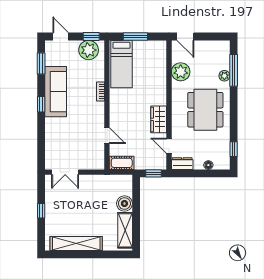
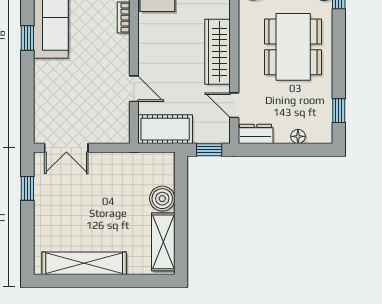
wardrobe: (159, 119) -> (218, 52), width x1.50
cot: (122, 163) -> (165, 129), width x1.37, depth x1.34
window: (41, 211) -> (27, 188), moved

